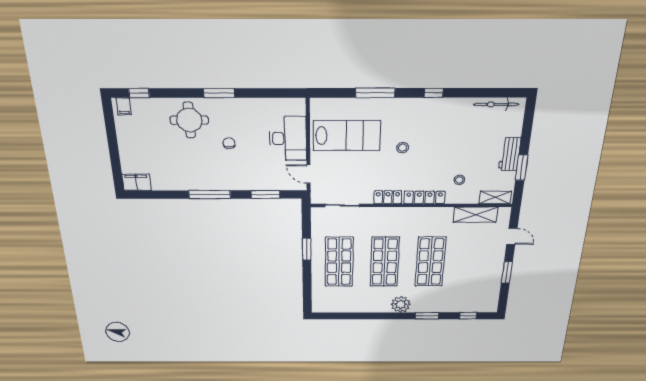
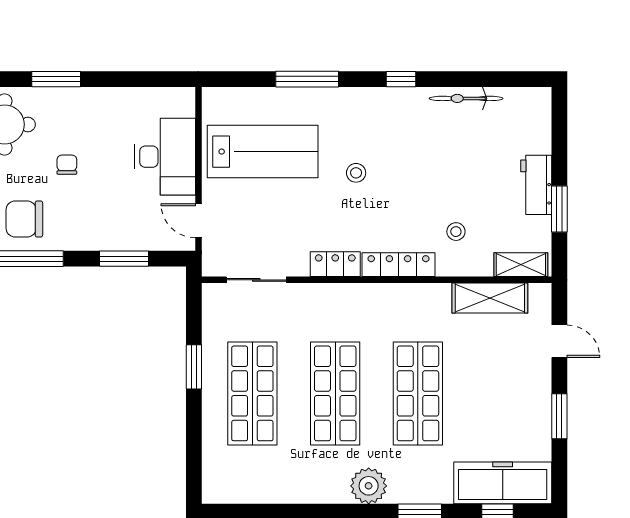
bicycle: (496, 104) -> (466, 98), moved
chair: (206, 173) -> (24, 219), added
freezer: (472, 303) -> (503, 483), added

